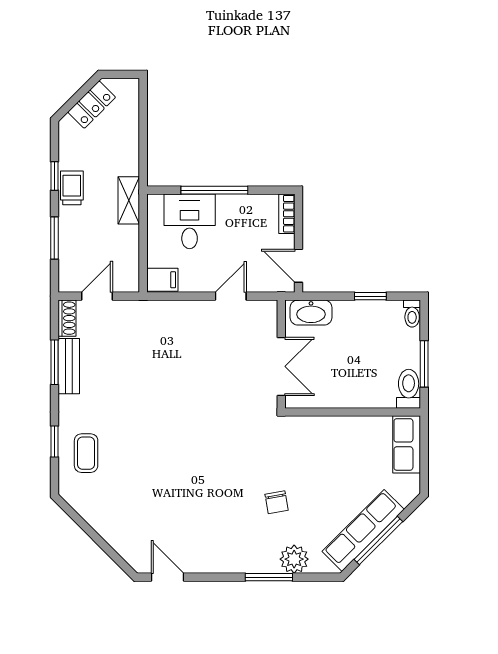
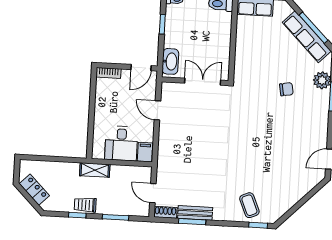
window: (214, 190) -> (91, 117), removed
desk: (190, 221) -> (121, 143), moved, turned -90
window: (54, 442) -> (258, 225), moved
coffee table: (86, 453) -> (249, 205), turned 67

